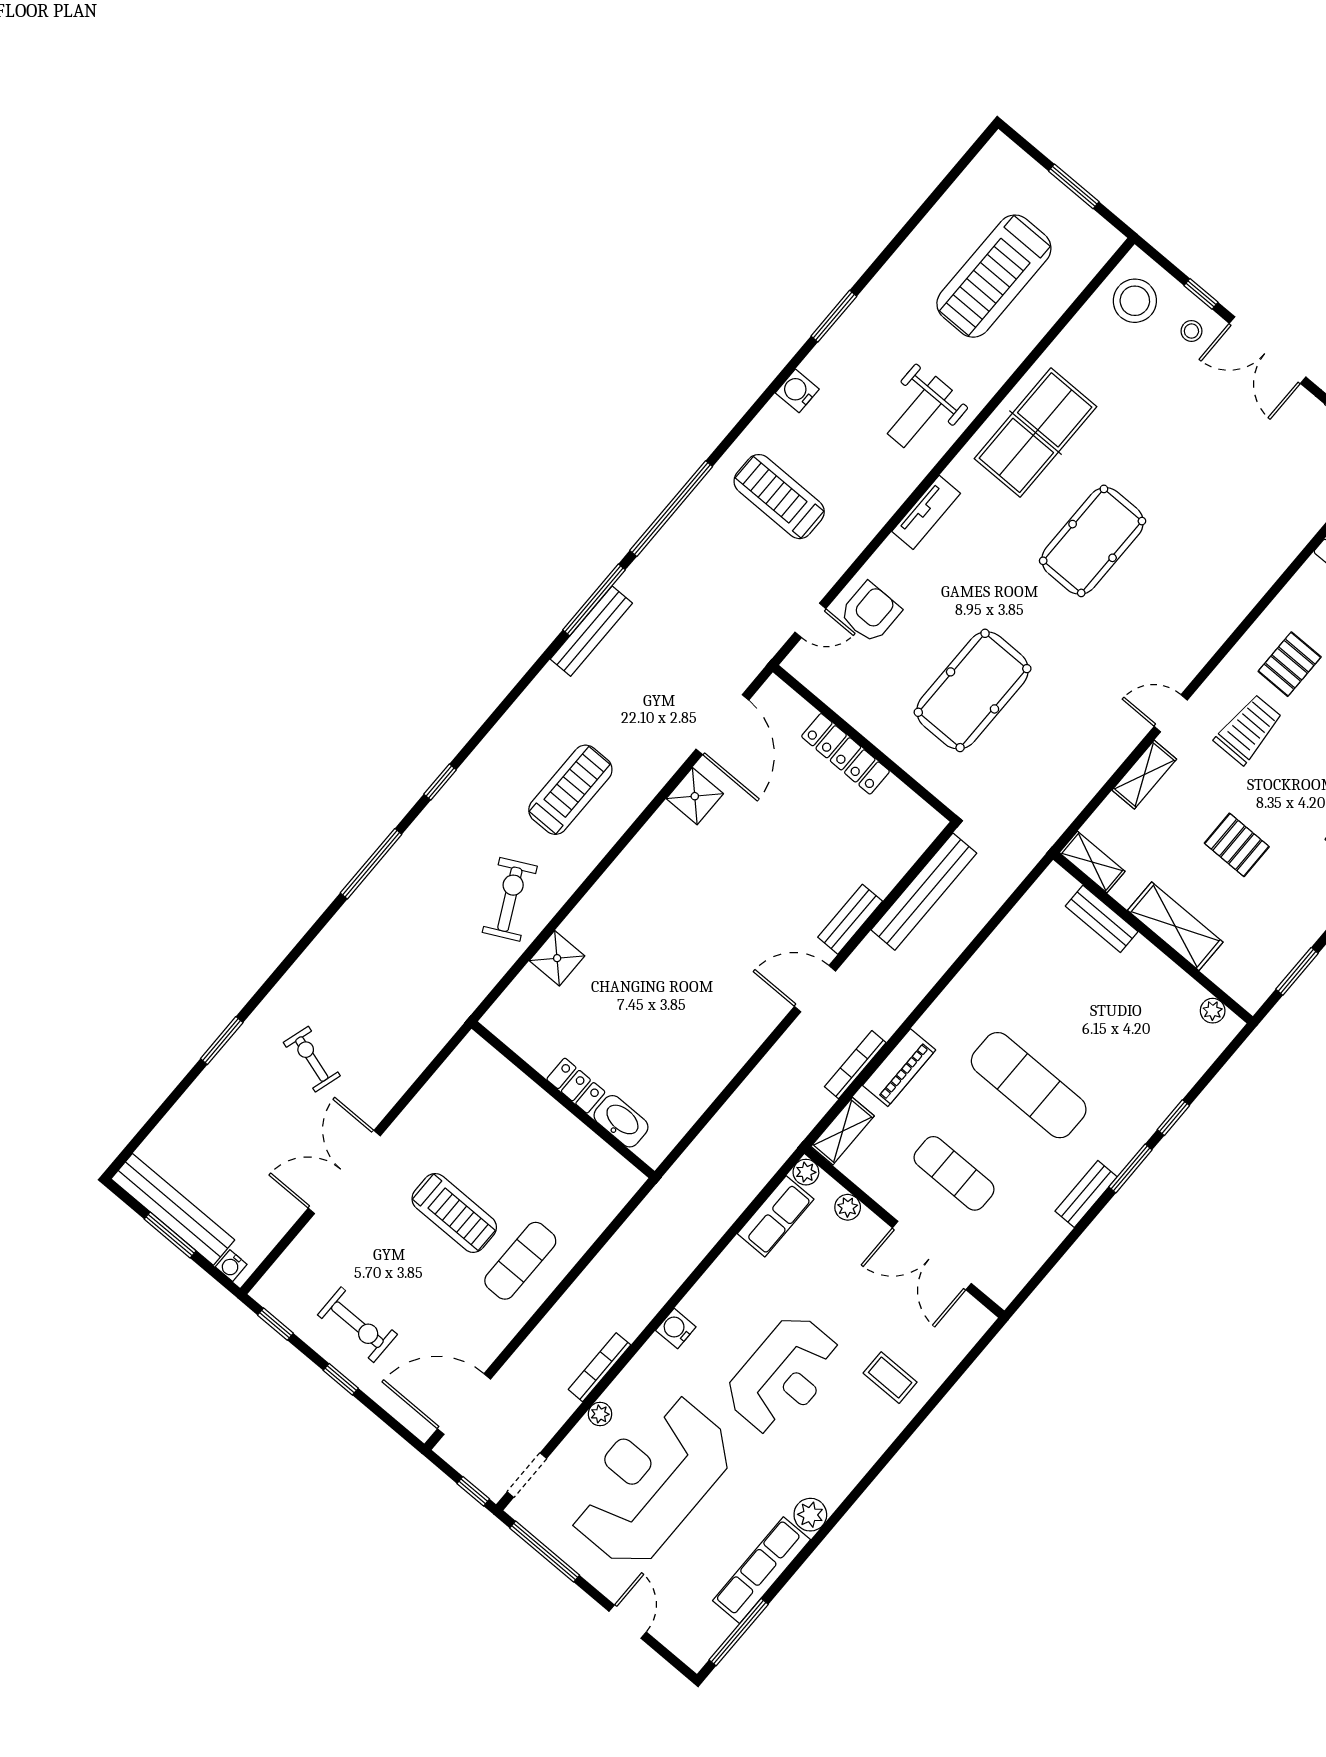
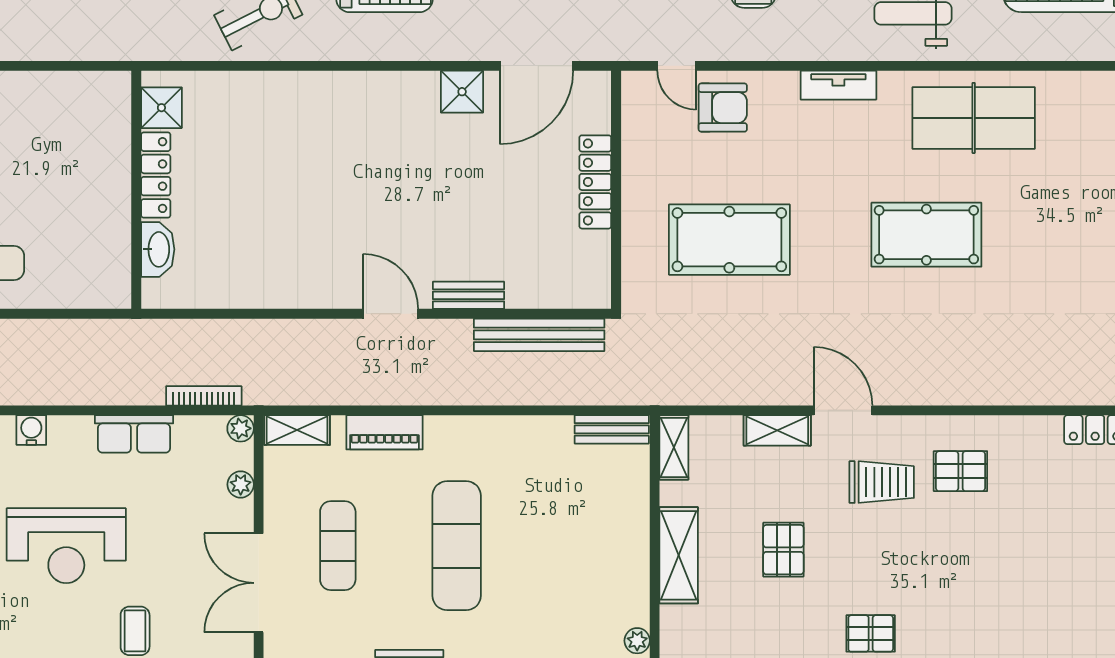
door: (1171, 713) -> (843, 410), width x1.38
bench: (1102, 919) -> (612, 429), moved, turned 90
shower: (557, 958) -> (161, 108), moved
bookcase: (855, 1065) -> (204, 396), moved
locker: (576, 1086) -> (156, 175), width x1.53
row of seats: (776, 1216) -> (134, 434), moved

